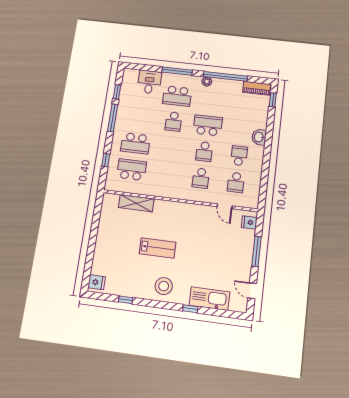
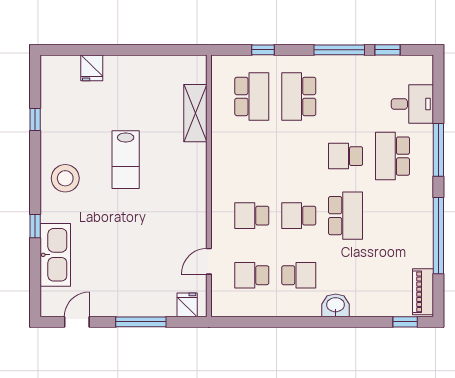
plant: (207, 82) -> (425, 204), removed
fridge: (97, 282) -> (92, 68), moved

